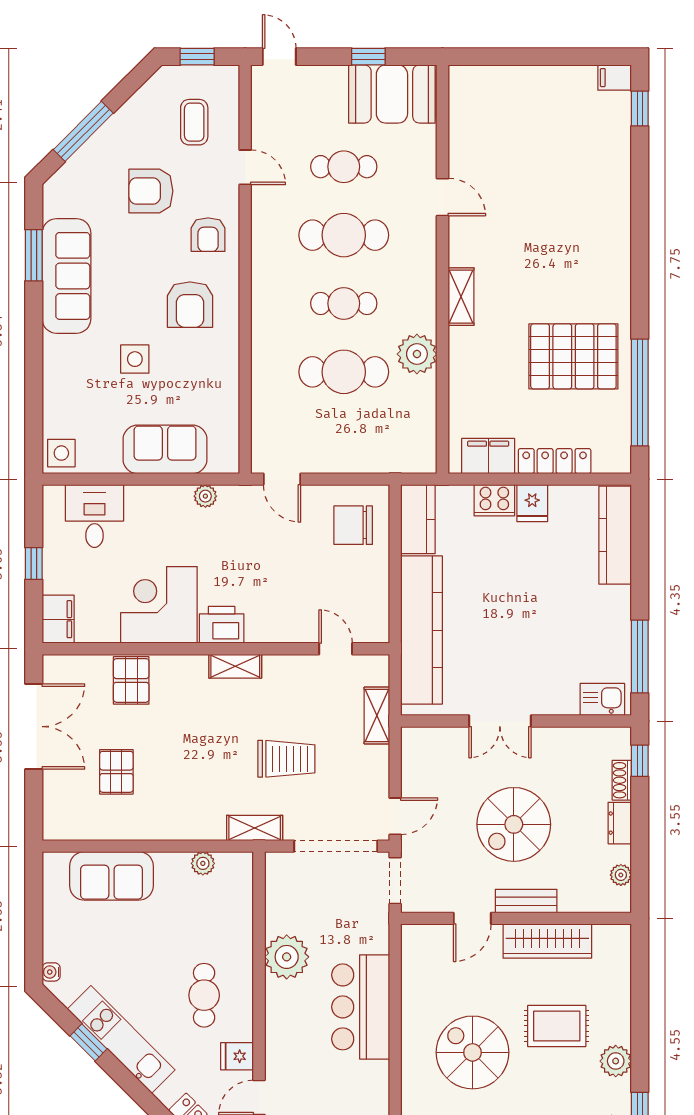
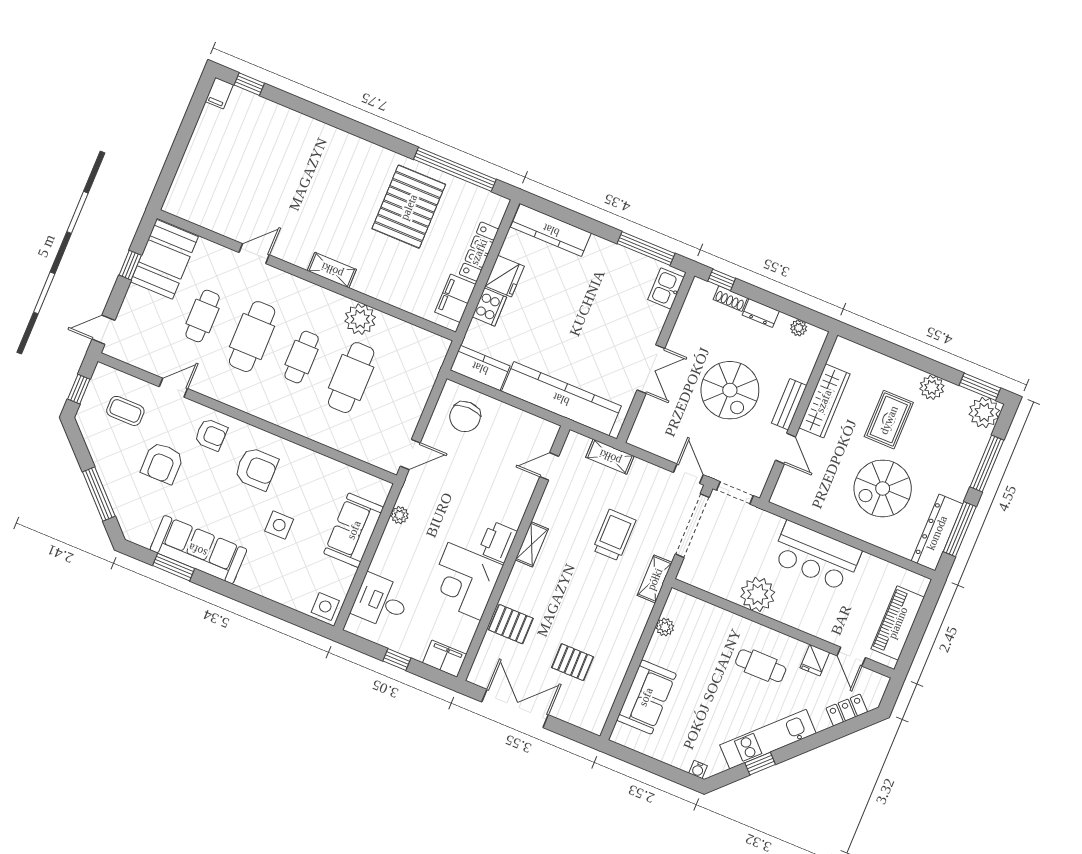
fridge: (532, 503) -> (505, 276), width x1.38

